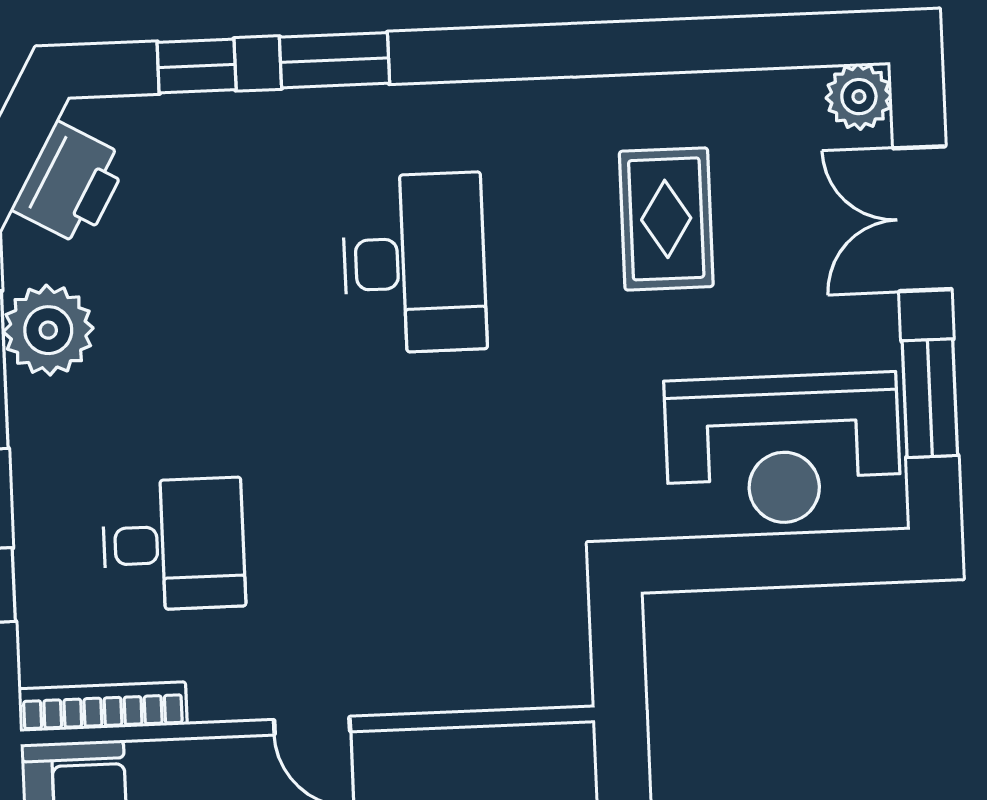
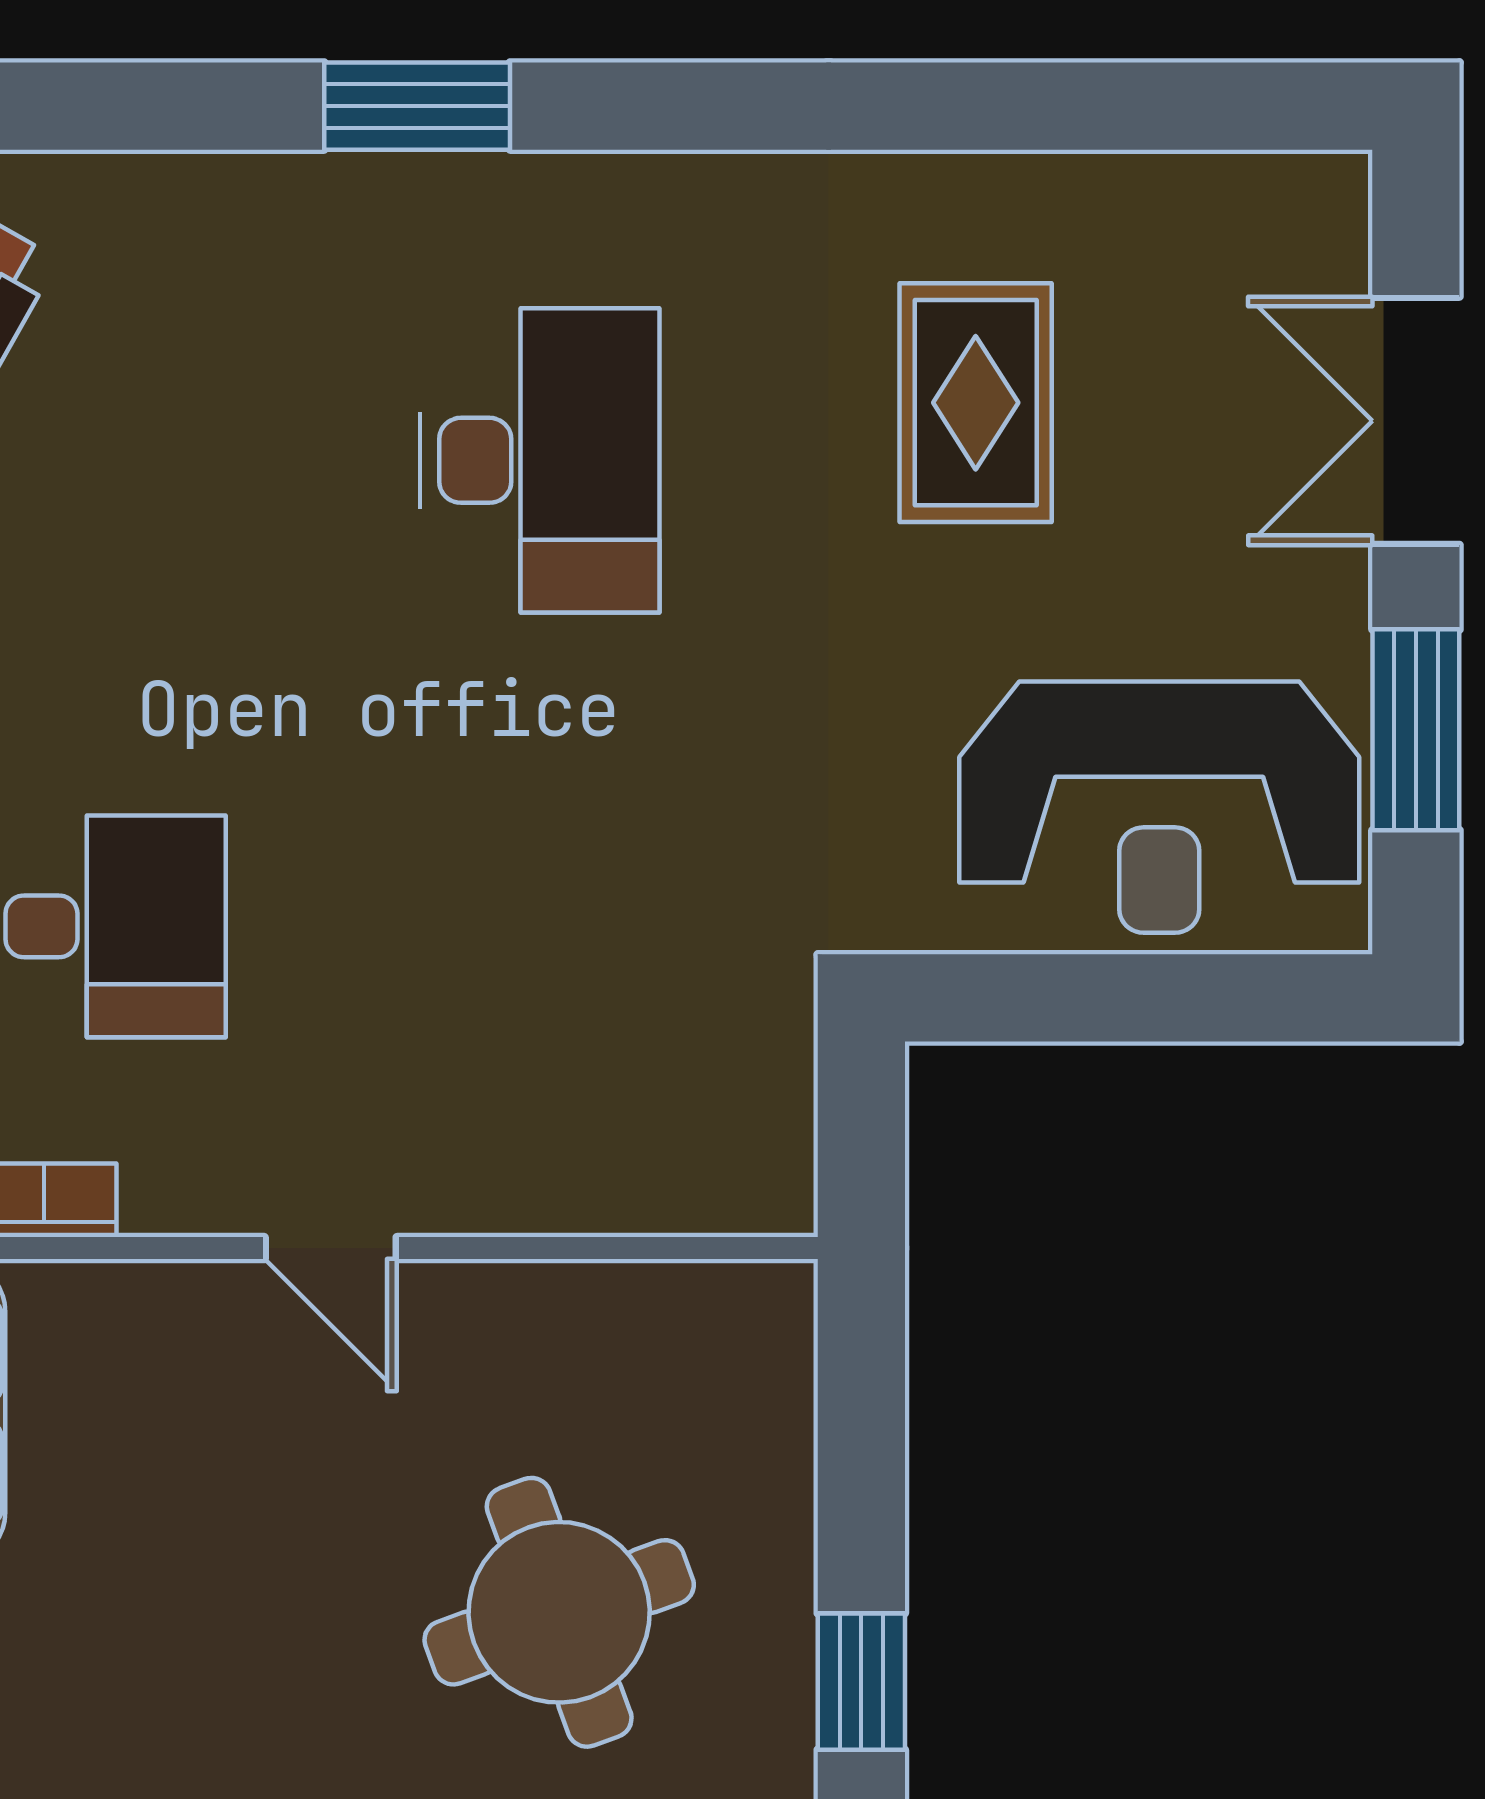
window: (197, 66) -> (180, 106), removed
plant: (859, 97) -> (1316, 206), removed

